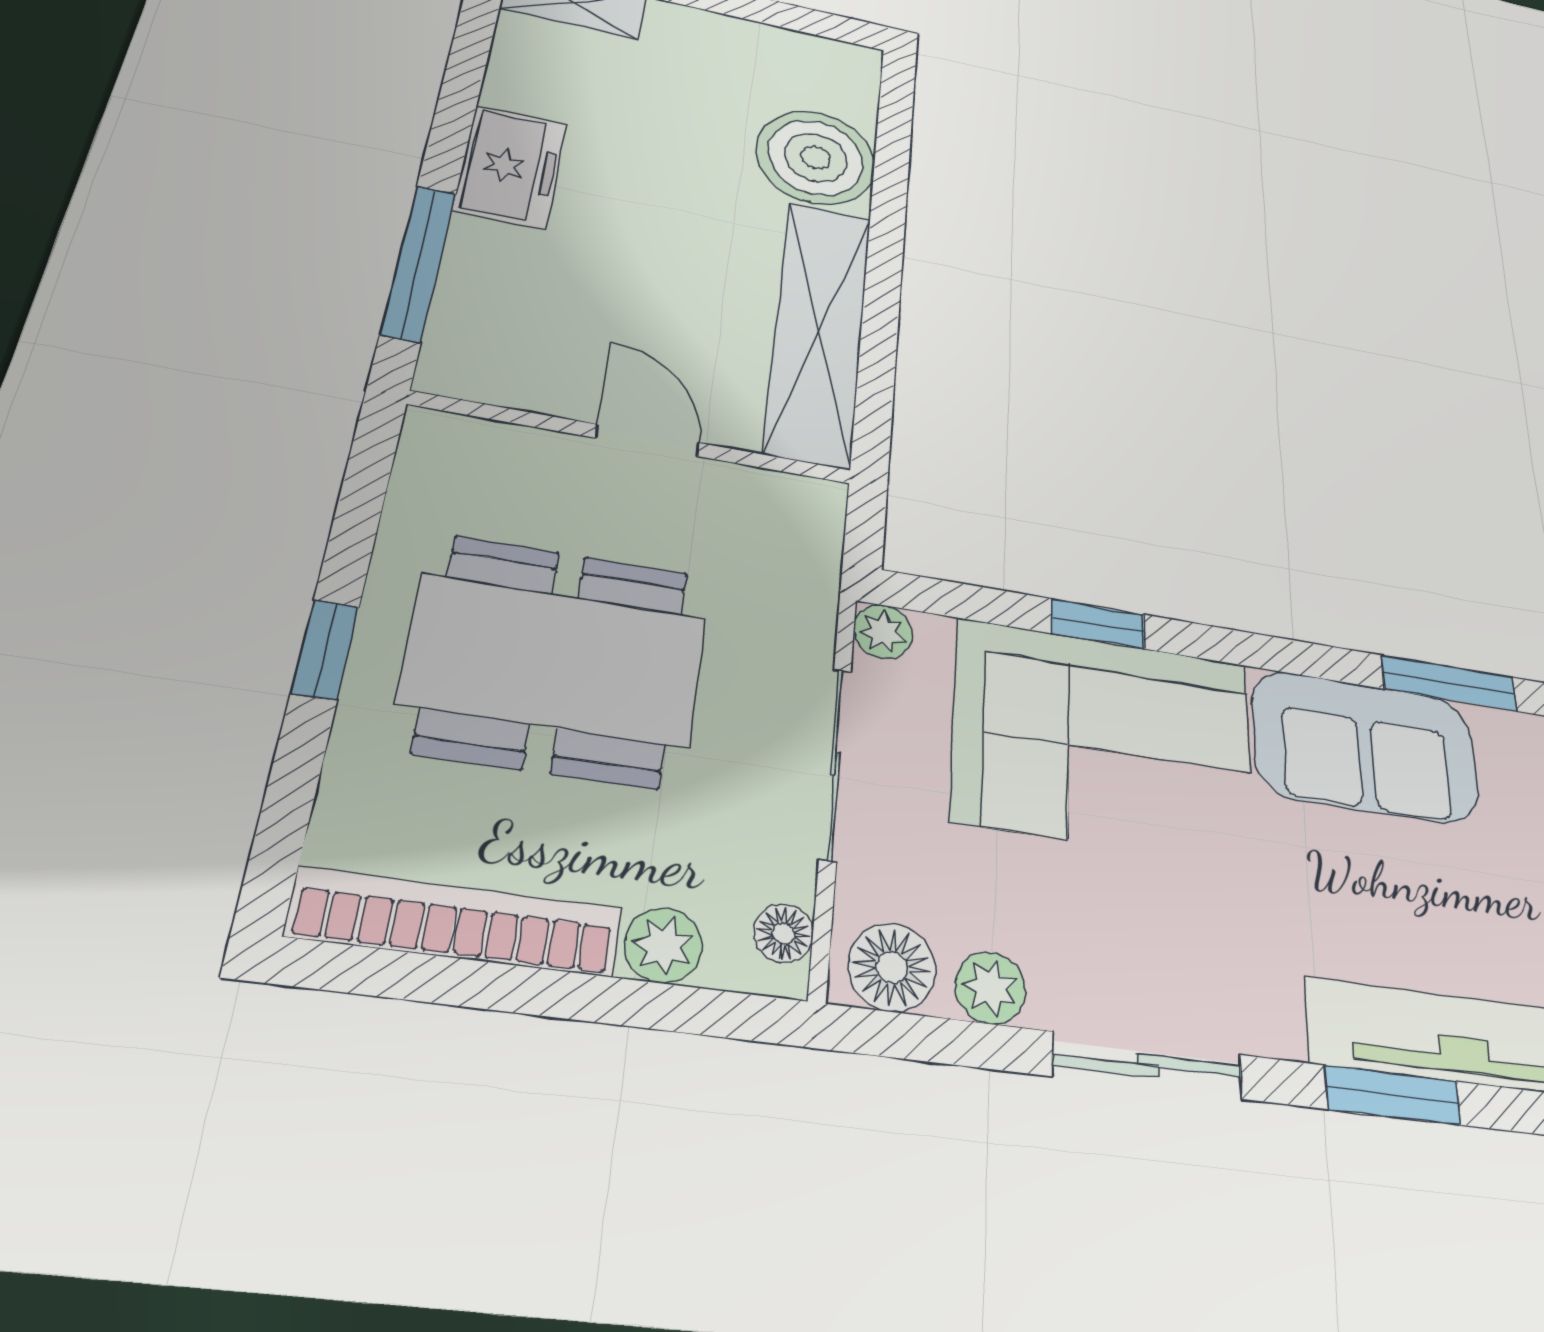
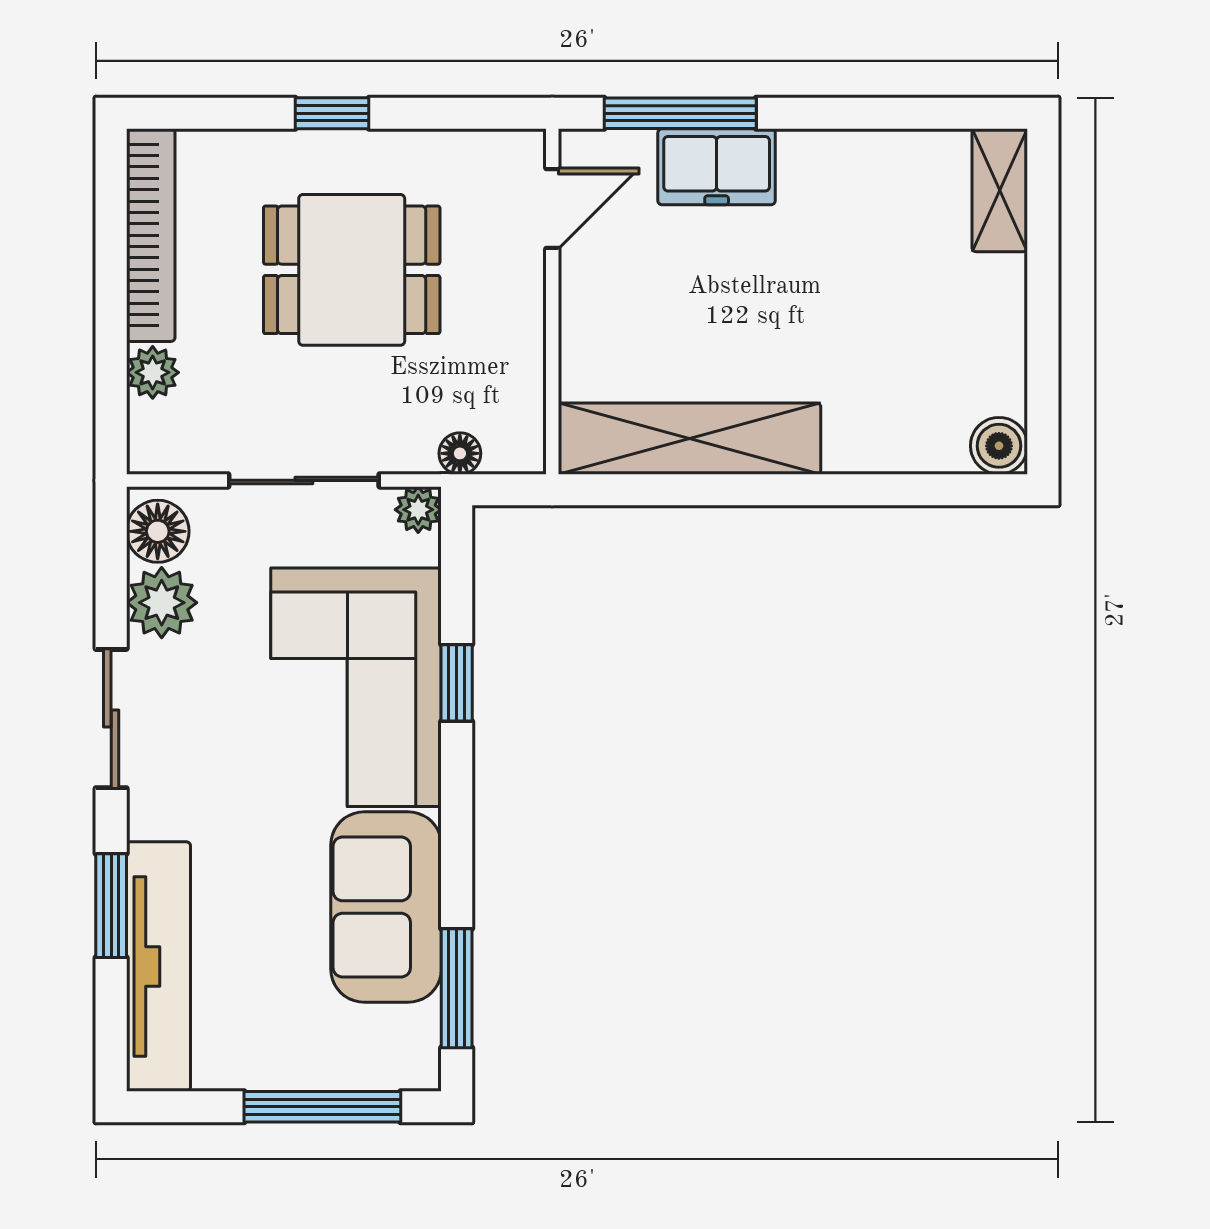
boiler: (816, 158) -> (999, 446), moved, width x0.54, depth x0.54
freezer: (510, 167) -> (717, 167), moved
door: (647, 440) -> (552, 208), moved
dining table: (555, 660) -> (352, 270), width x0.73
floor lamp: (783, 933) -> (460, 453), moved
plant: (990, 988) -> (162, 603), width x1.38, depth x1.38

